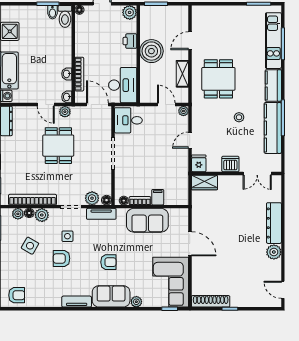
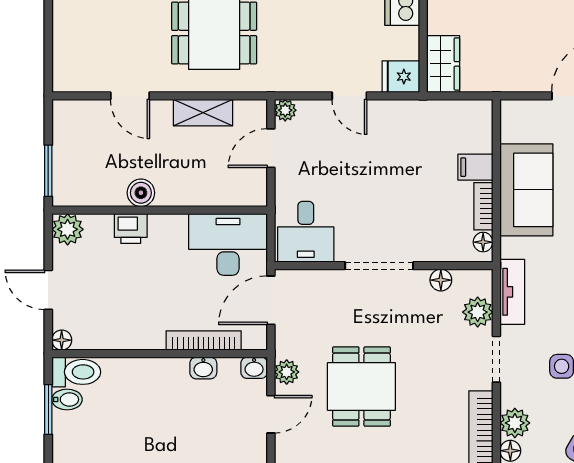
boiler: (151, 51) -> (141, 193), width x0.54, depth x0.54
dining table: (58, 146) -> (361, 387), turned 90
floor lamp: (107, 200) -> (441, 280), moved

